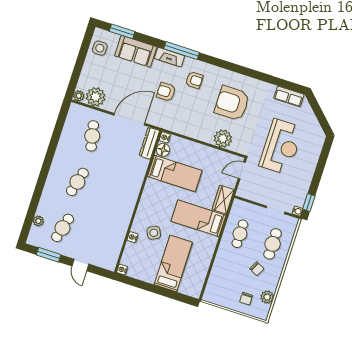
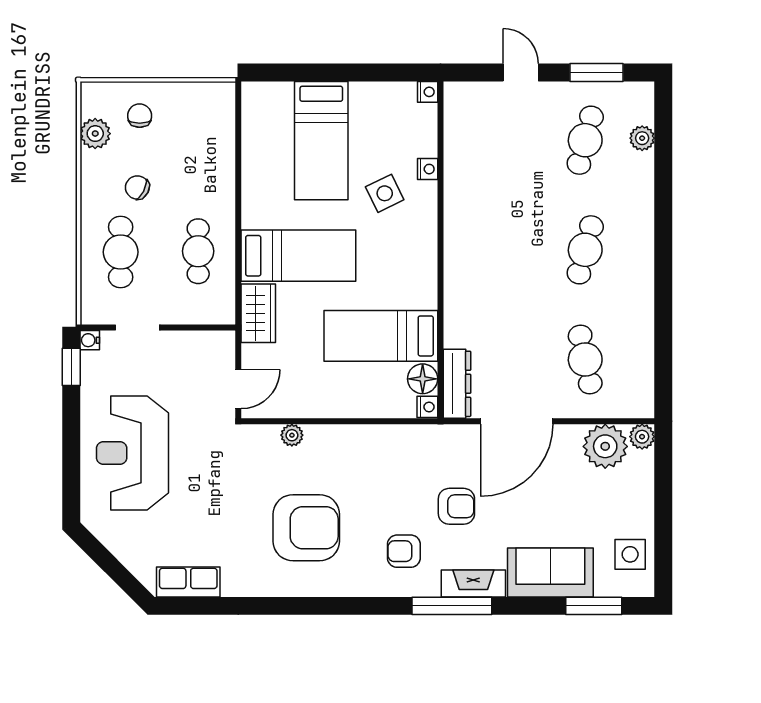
plant: (223, 139) -> (292, 435), width x0.53, depth x0.53
reception desk: (281, 147) -> (132, 453), moved

